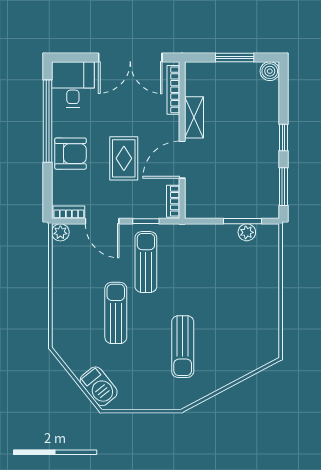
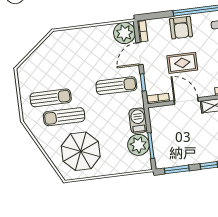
plant: (60, 232) -> (124, 33), width x1.87, depth x1.87
plant: (247, 232) -> (138, 145), width x1.88, depth x1.88
sun lounger: (116, 313) -> (51, 98), moved
parasol: (238, 328) -> (81, 151), added
barbecue: (99, 386) -> (138, 121), moved, turned 129

